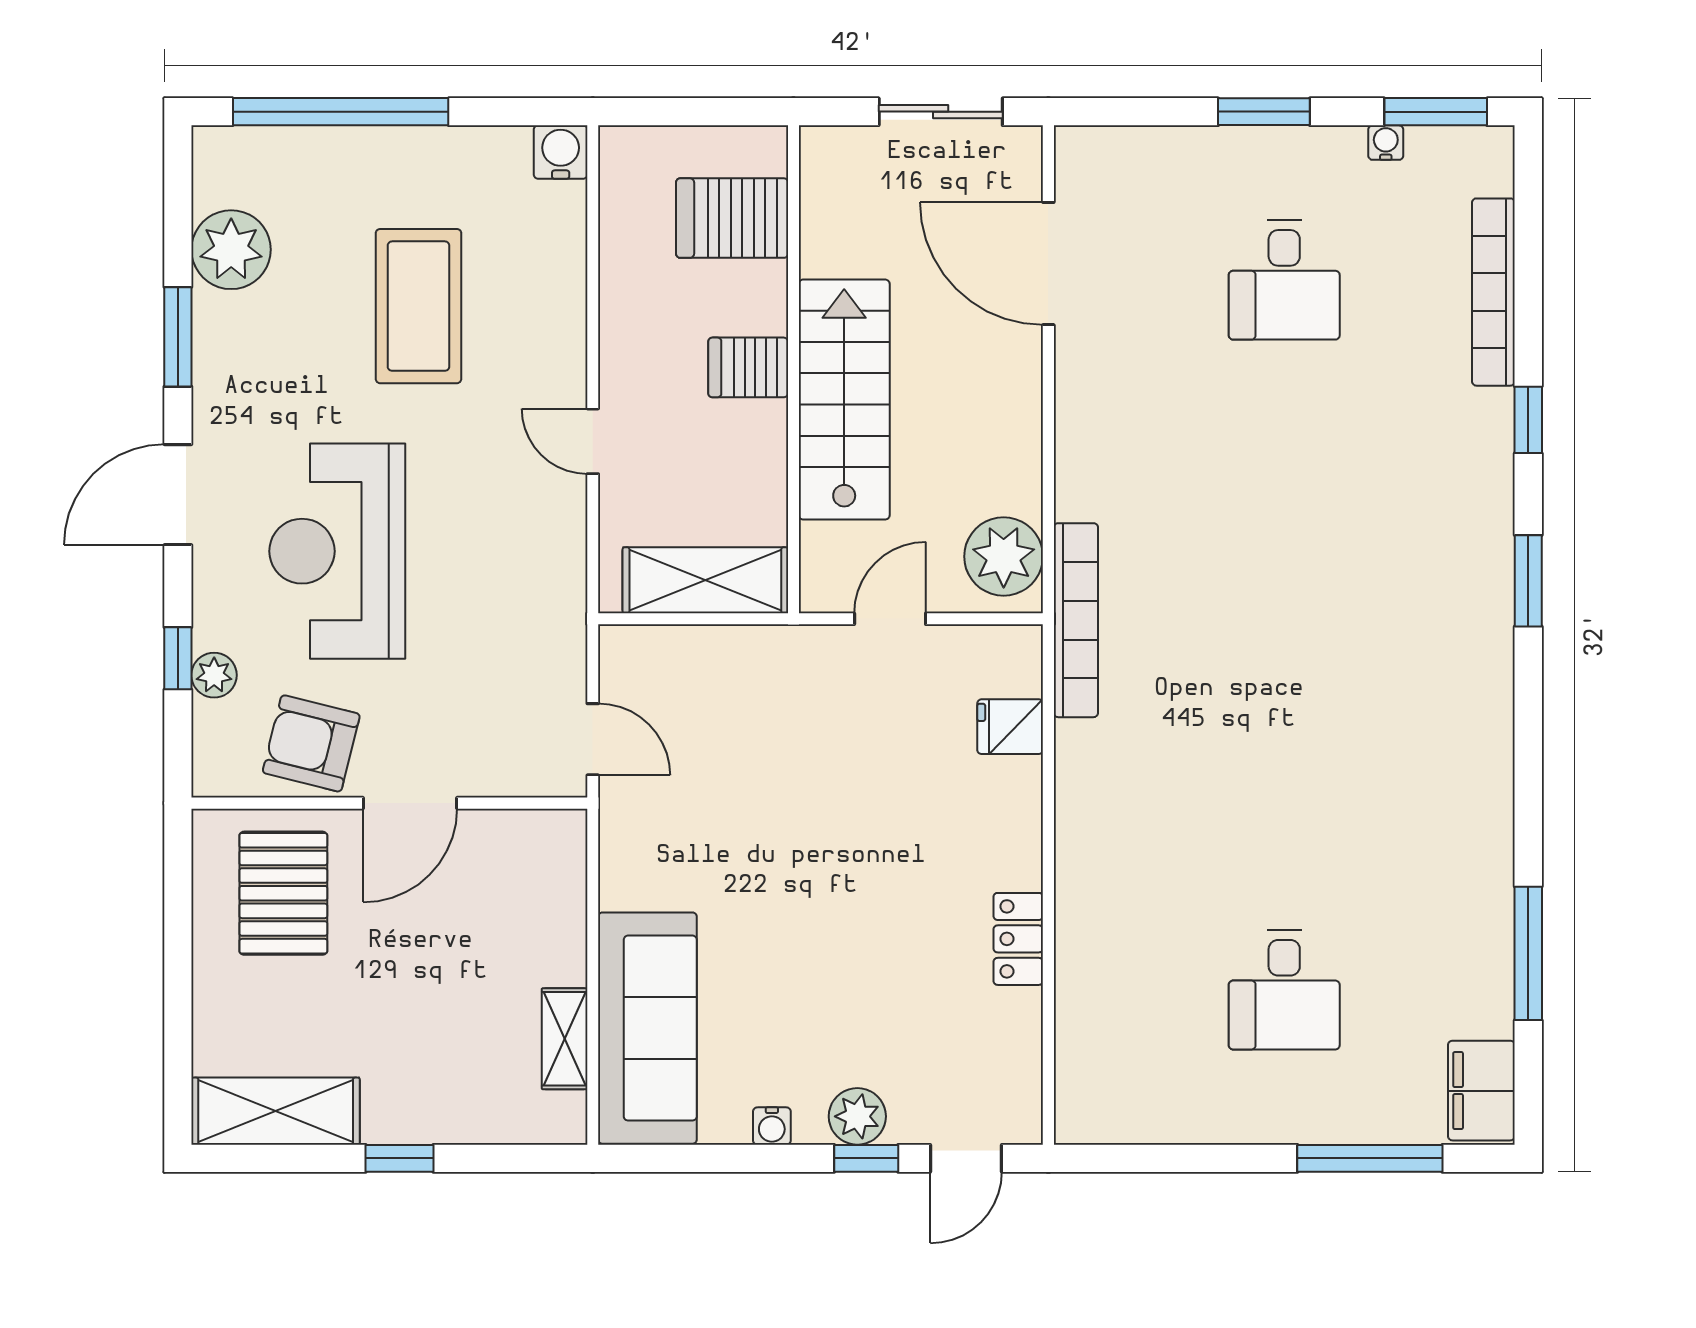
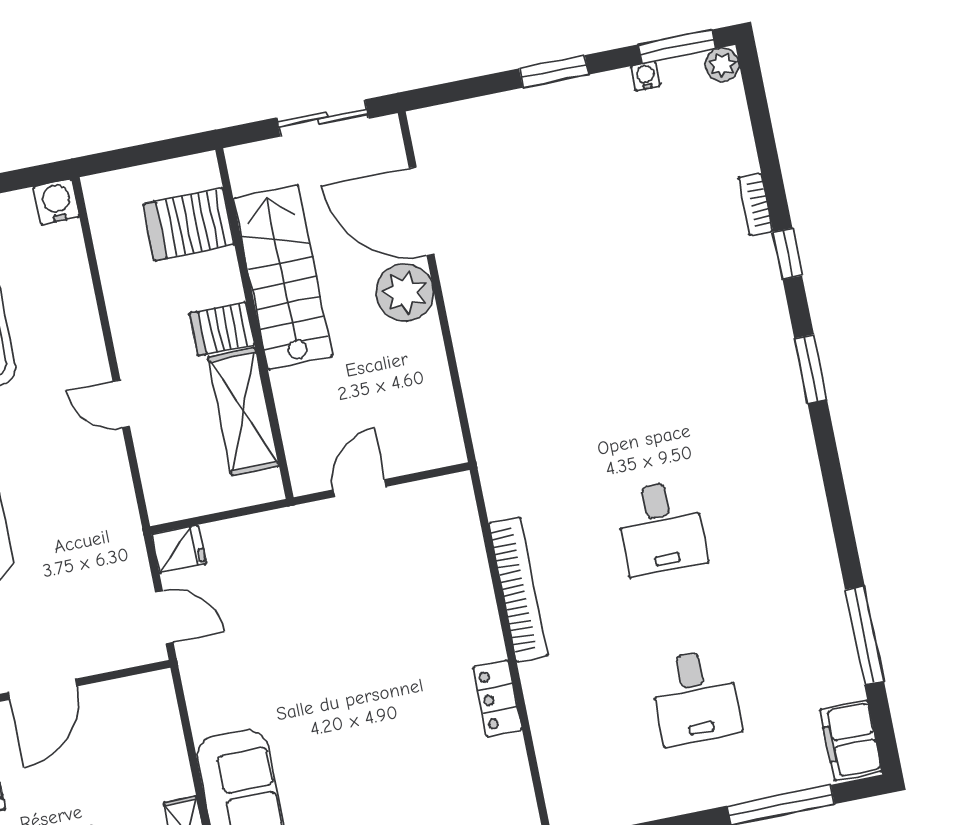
plant: (1492, 148) -> (722, 65), added
desk: (1284, 280) -> (661, 528), moved
bookcase: (1493, 292) -> (755, 205), width x0.43, depth x0.76
stairs: (844, 400) -> (283, 277), moved
plant: (1004, 556) -> (405, 292), moved
shelving: (705, 580) -> (244, 412), moved, turned 90
bookcase: (1076, 620) -> (518, 589), moved
fridge: (1010, 727) -> (179, 549), moved, turned 180

